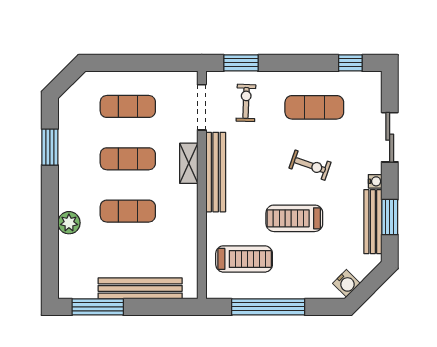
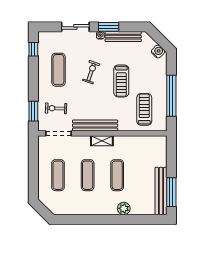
window: (50, 147) -> (81, 219), removed
shelving: (189, 163) -> (102, 141), moved
window: (390, 217) -> (109, 27), moved
bench: (140, 288) -> (161, 191), moved

